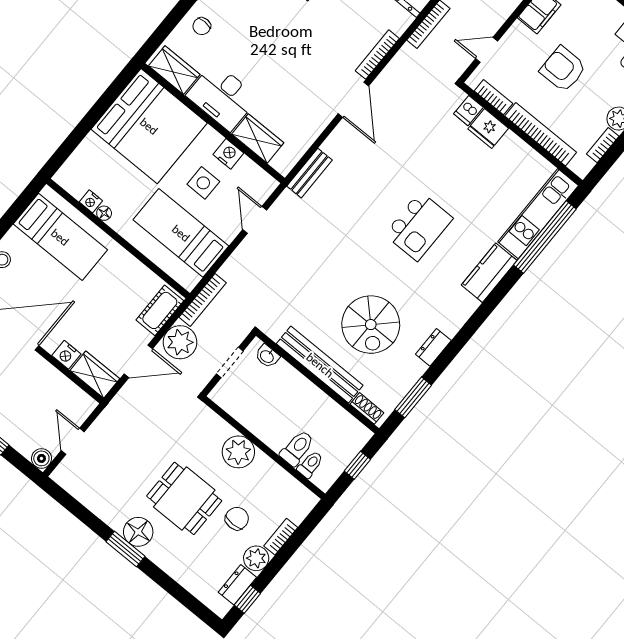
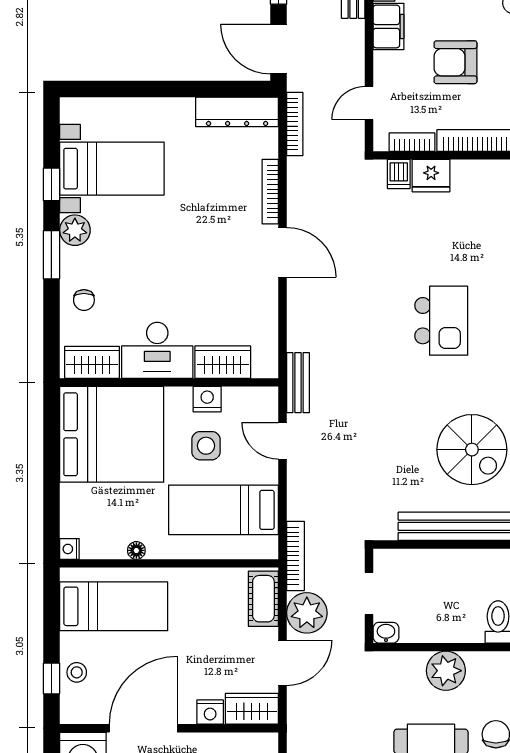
bench: (310, 173) -> (298, 383), moved
nightstand: (91, 201) -> (69, 549), moved, turned 90
washbasin: (267, 356) -> (386, 633), moved, turned 180

